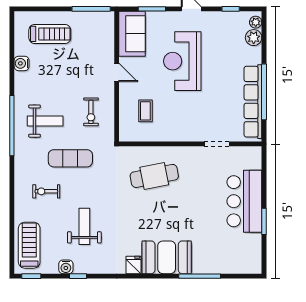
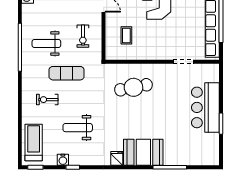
weight bench: (45, 121) -> (46, 43), turned 180
weight bench: (84, 226) -> (78, 128), turned -90

